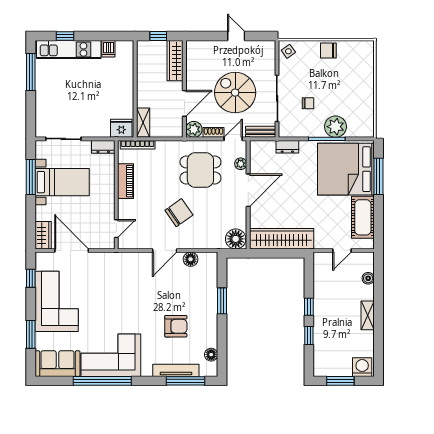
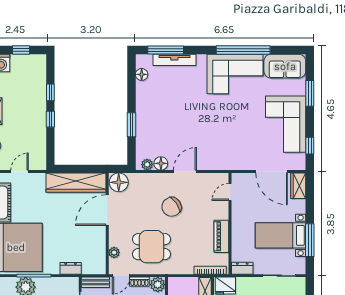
door: (248, 190) -> (107, 210), moved
plant: (205, 258) -> (147, 165), added
armchair: (176, 326) -> (174, 101), removed
window: (340, 381) -> (21, 50), width x0.67

